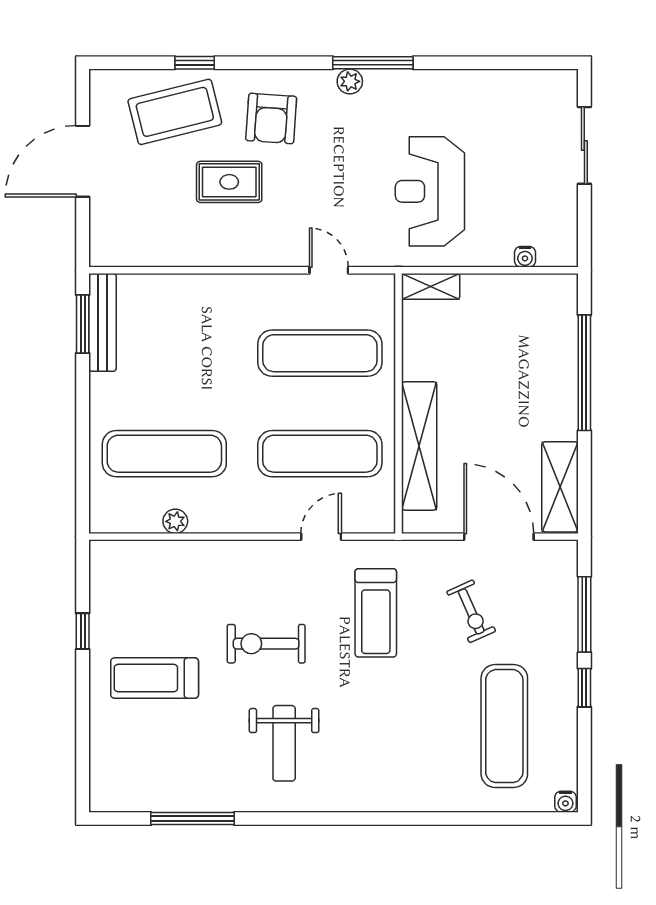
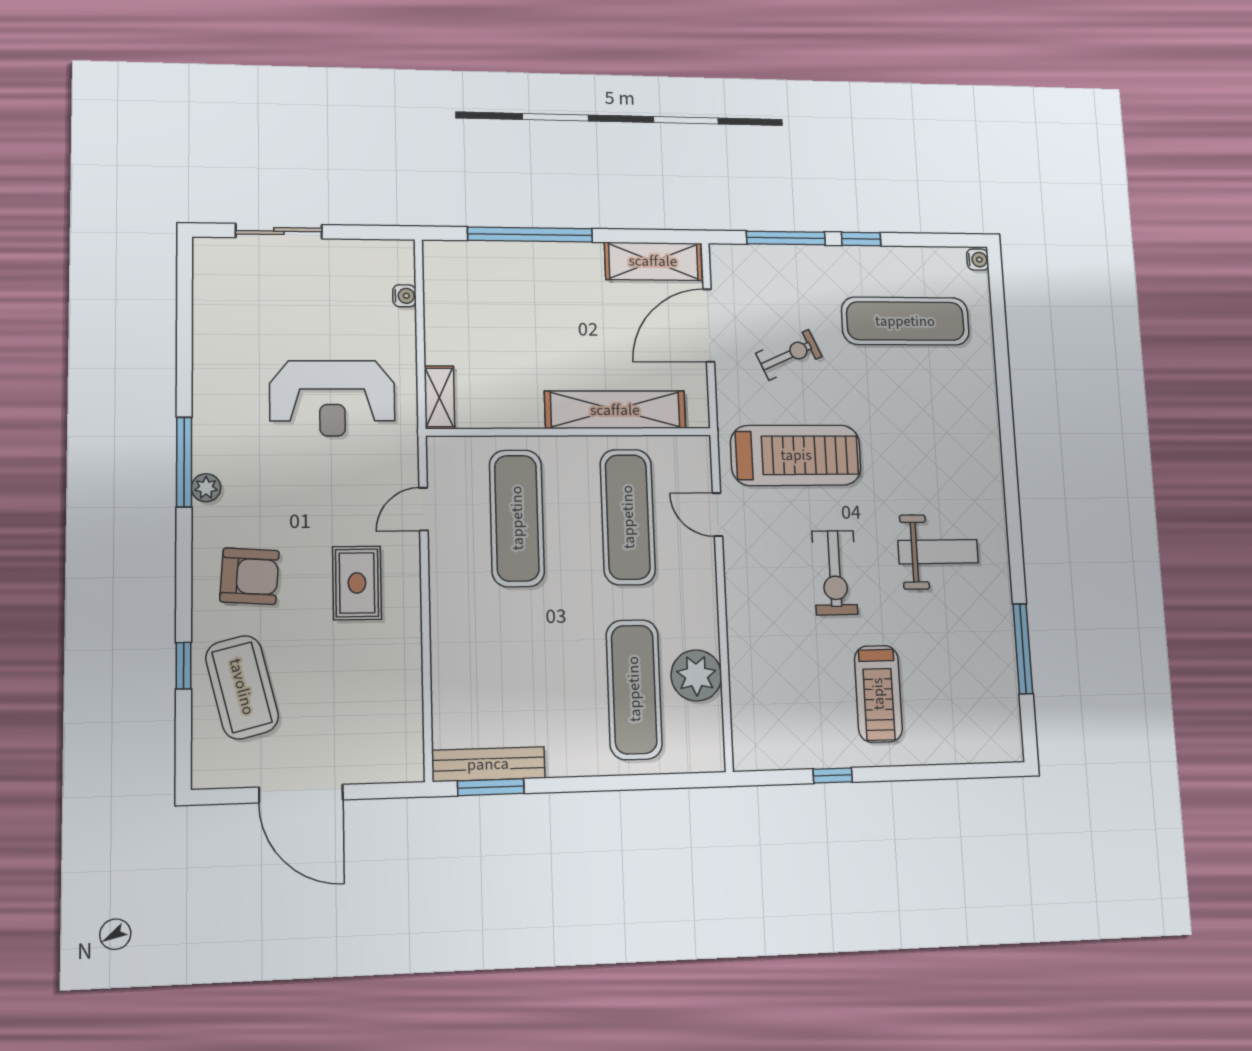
rug: (229, 182) -> (357, 583), moved
plant: (175, 521) -> (696, 675), width x1.88, depth x1.88
treadmill: (376, 613) -> (796, 455), width x1.37, depth x1.38

